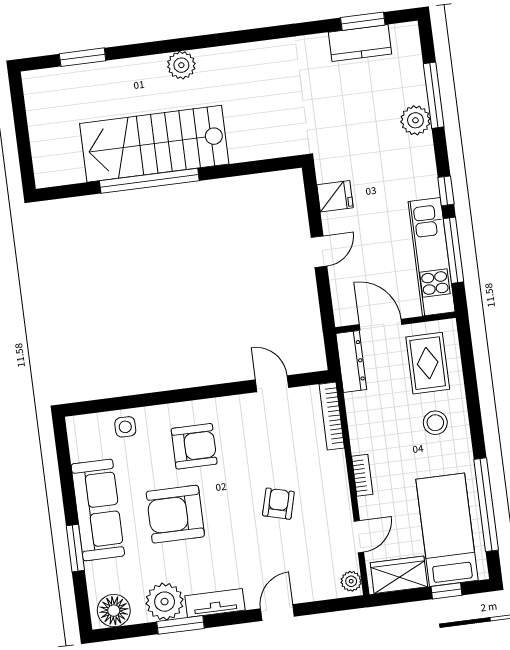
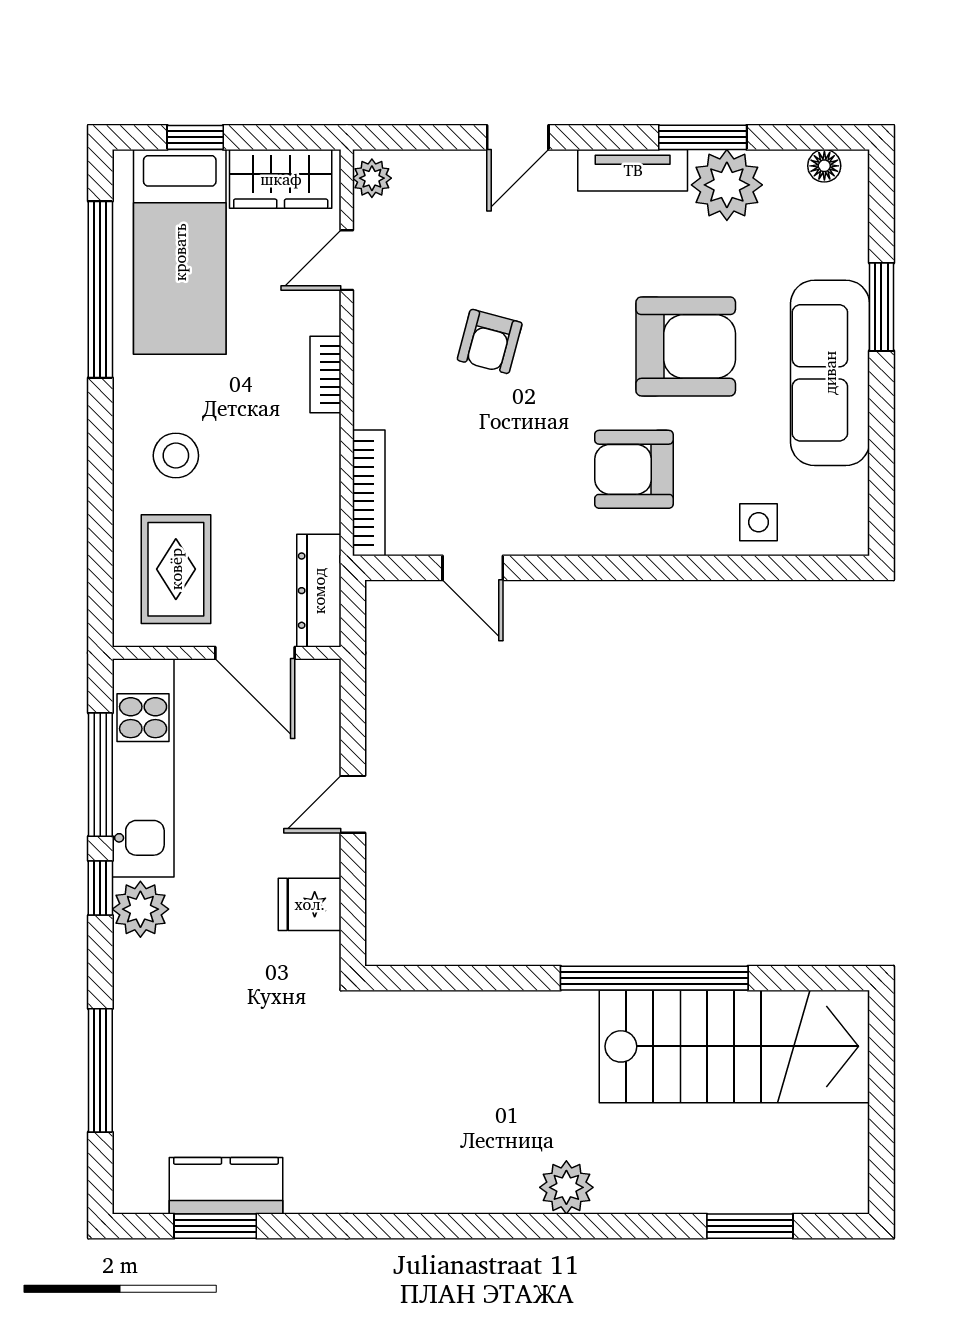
plant: (415, 120) -> (140, 909), moved
stairs: (154, 144) -> (734, 1046), moved
floor lamp: (114, 611) -> (824, 166), width x0.53, depth x0.53

